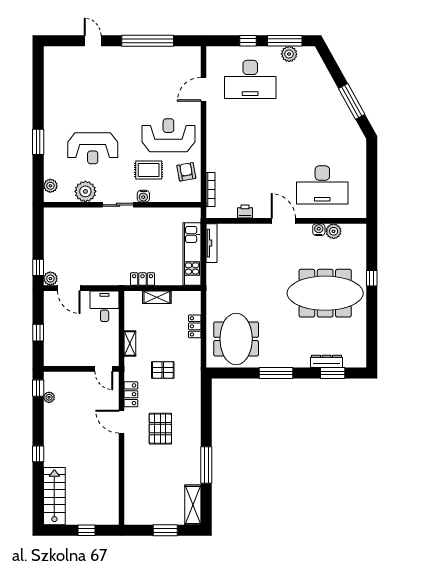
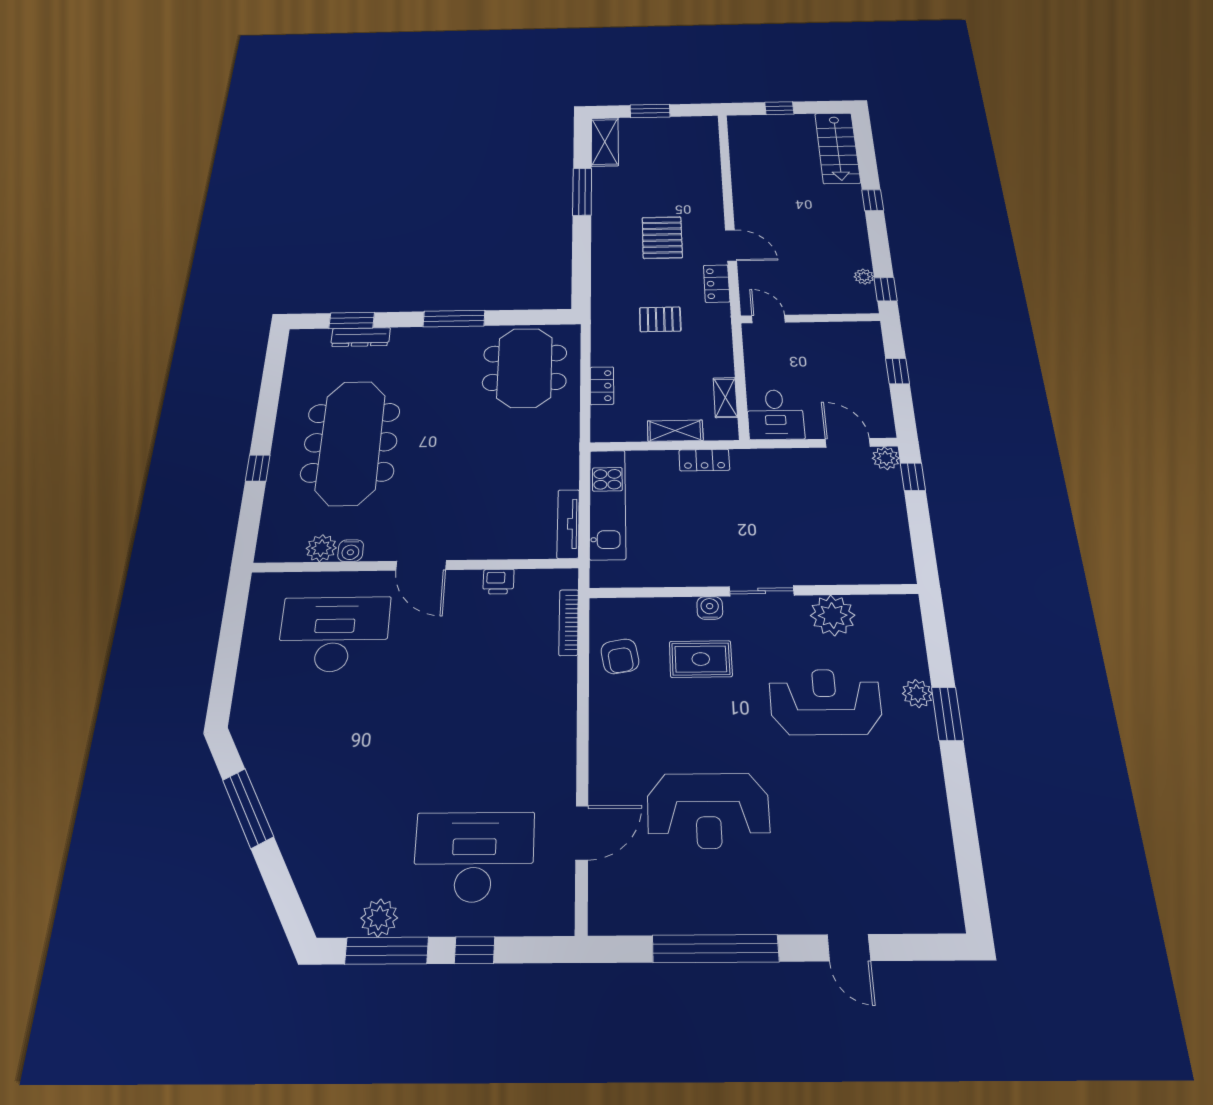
reception desk: (168, 135) -> (708, 811), moved
plant: (50, 186) -> (917, 694), moved
meeting table: (325, 293) -> (351, 442), turned 90
shelving: (130, 343) -> (725, 398), moved

